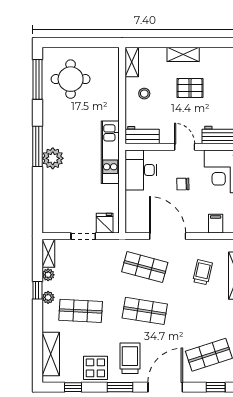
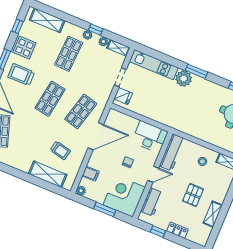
shelving: (183, 54) -> (213, 214), moved
workbench: (142, 135) -> (172, 152), width x1.38
window: (37, 146) -> (196, 71), width x0.69
kitchen unit: (110, 152) -> (154, 65), moved, turned 180
trolley: (130, 358) -> (21, 75), turned 180

